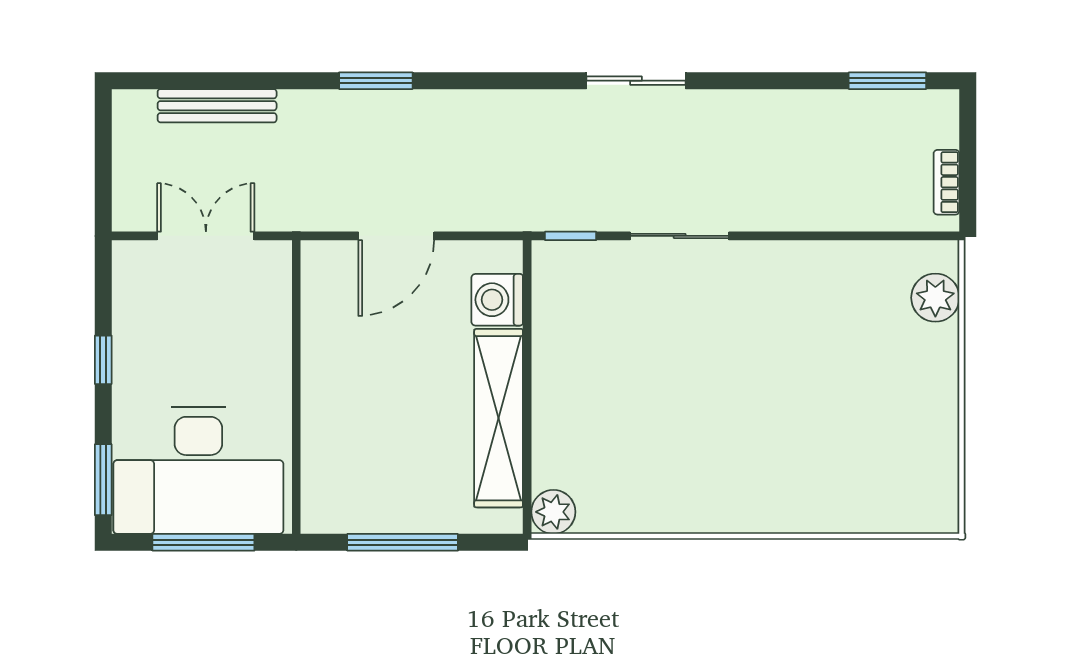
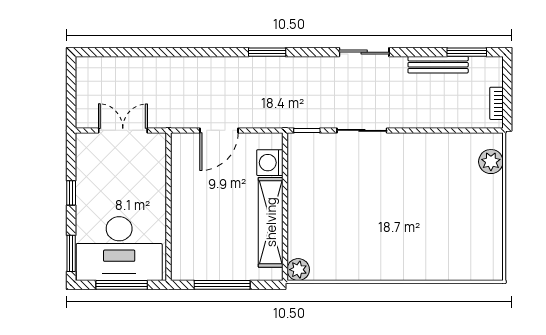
window: (376, 81) -> (267, 52), moved
sliding door: (636, 81) -> (364, 52), moved
bench: (217, 106) -> (438, 65), moved

